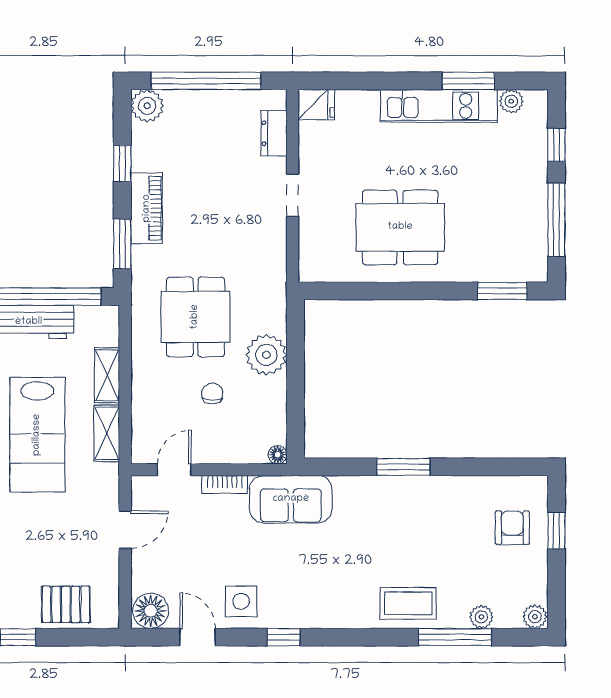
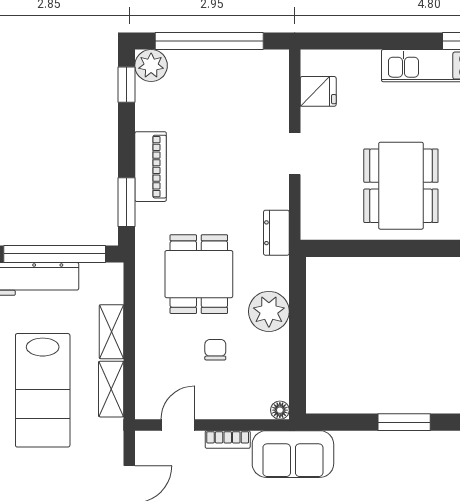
fridge: (316, 105) -> (318, 91), moved
dresser: (274, 133) -> (276, 233), moved
window: (122, 163) -> (127, 85), moved
dining table: (400, 227) -> (401, 186), turned 90

